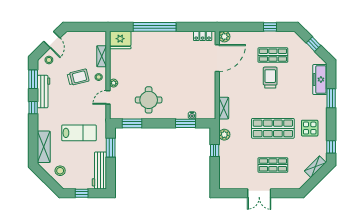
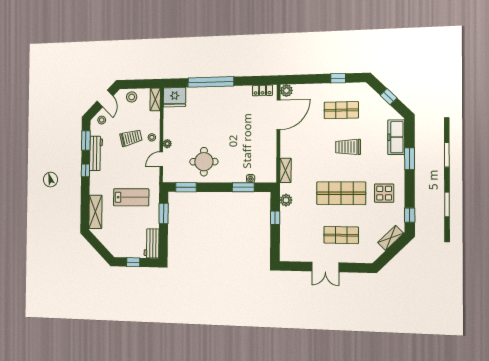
shelving: (102, 56) -> (155, 99), moved
trolley: (270, 78) -> (348, 147), moved, turned -90
workbench: (99, 170) -> (152, 243), width x0.73
stool: (60, 171) -> (132, 97), moved

